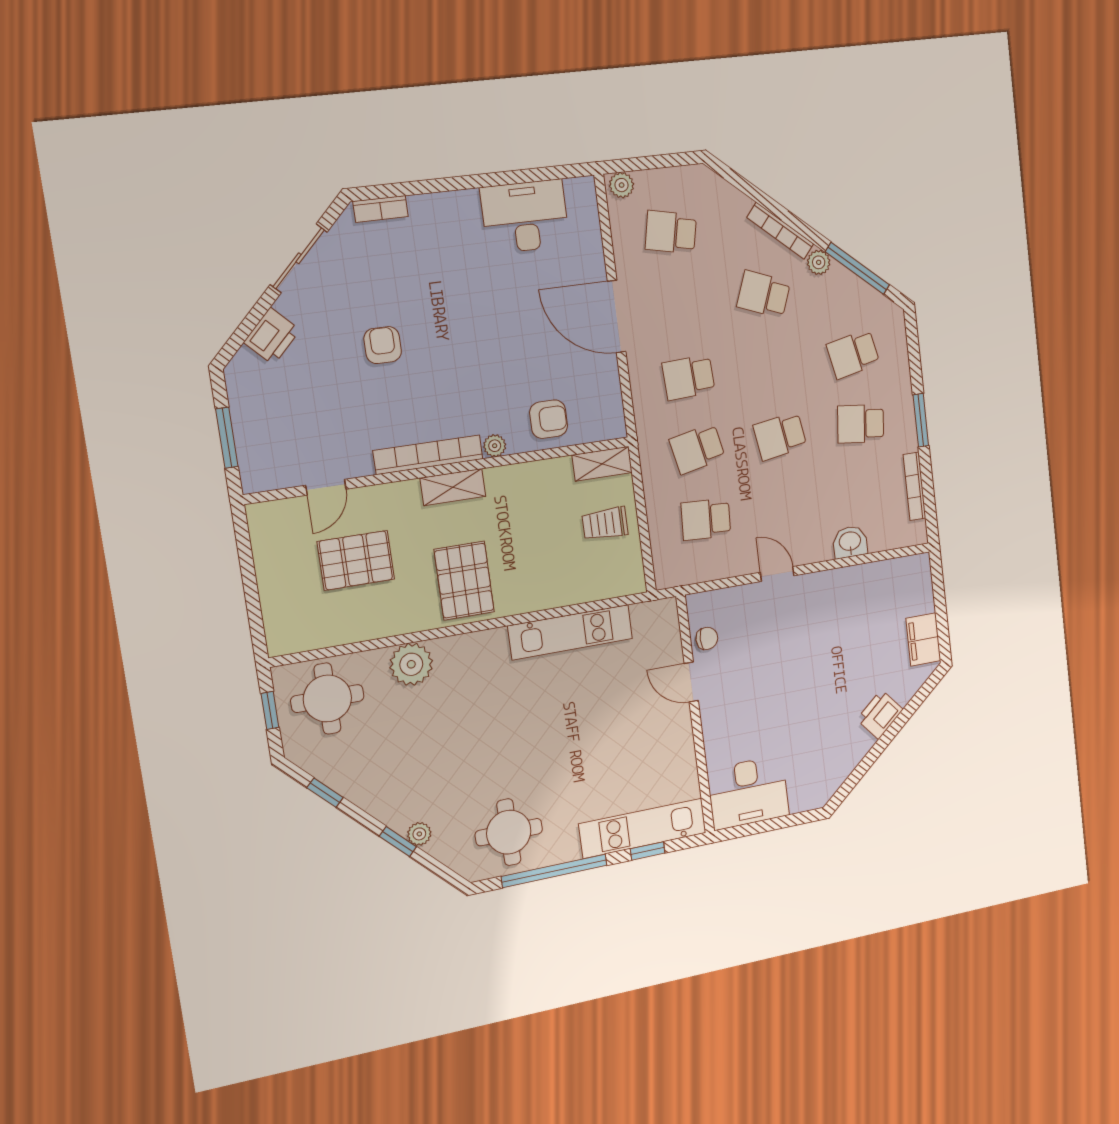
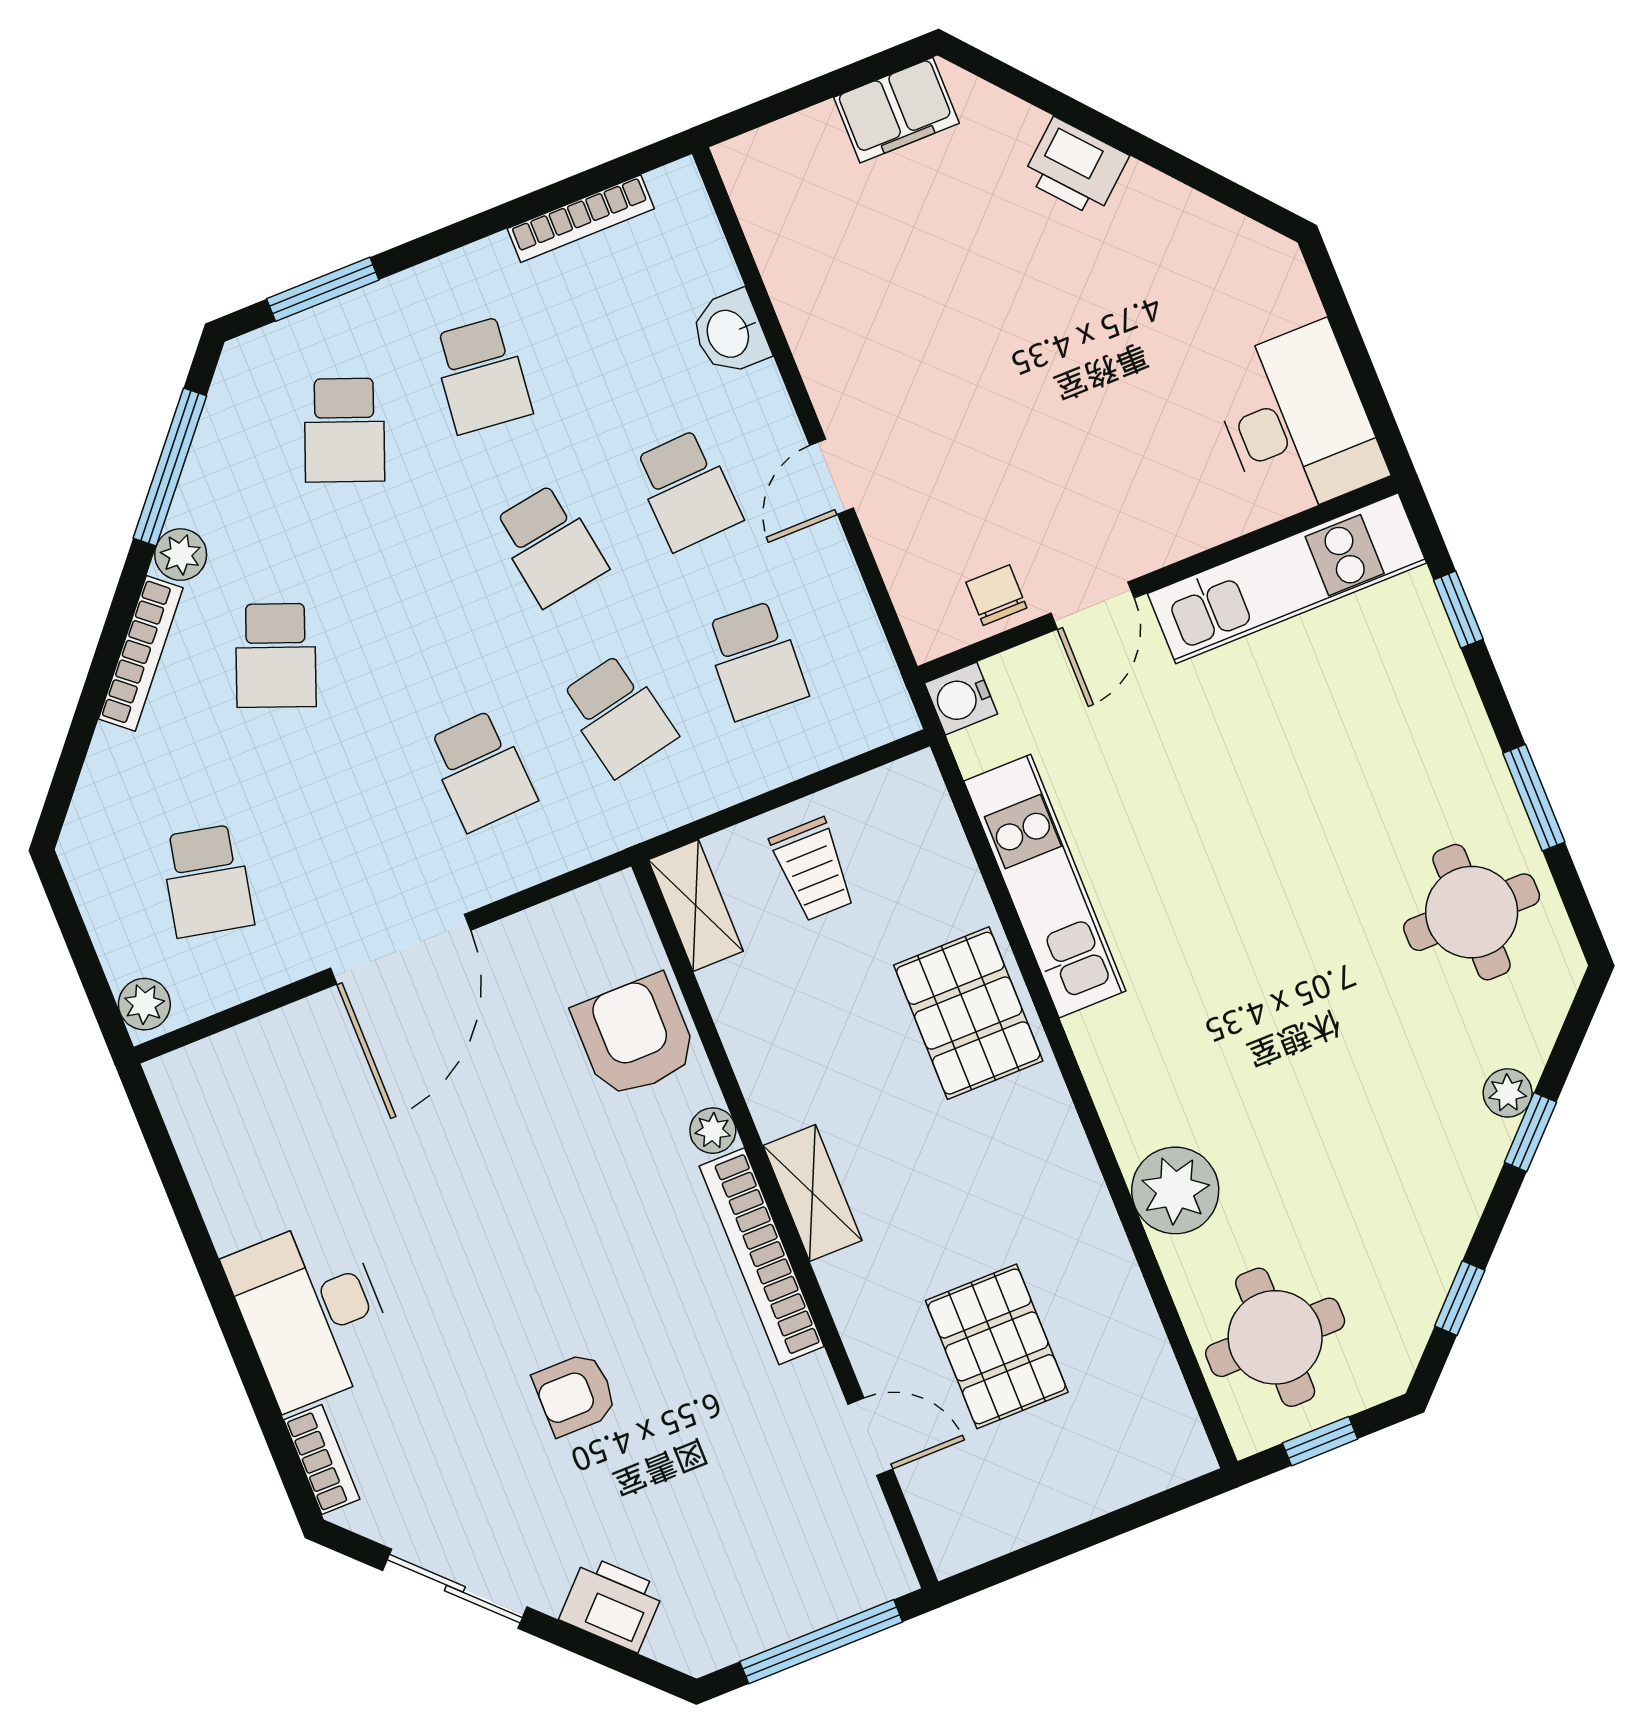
desk: (525, 217) -> (312, 1313), moved
school desk: (853, 354) -> (344, 430), turned 33
armchair: (549, 419) -> (635, 1036), width x1.38, depth x1.38
window: (921, 420) -> (323, 289), moved
window: (227, 438) -> (821, 1642), width x1.44
school desk: (788, 506) -> (687, 490), added
pallet: (464, 581) -> (968, 1013), moved, turned 90
water cooler: (665, 612) -> (961, 699), added
kitchen unit: (643, 828) -> (1287, 578), moved, turned -90
window: (554, 871) -> (1534, 798), width x0.47

